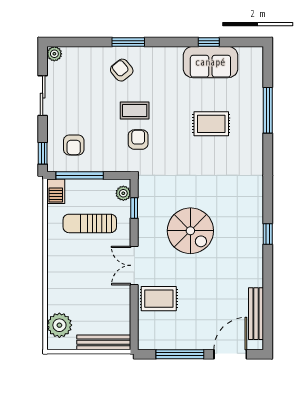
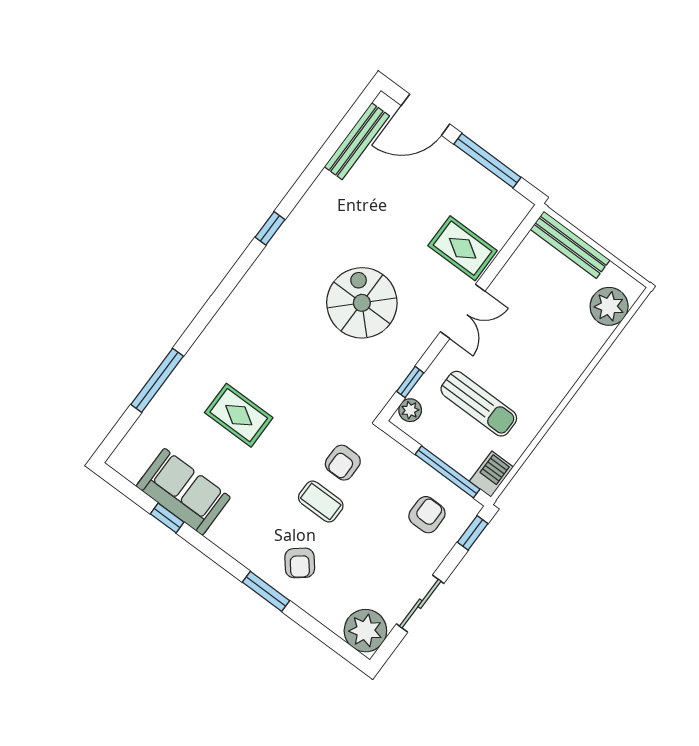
plant: (54, 54) -> (365, 631), width x1.88, depth x1.88

